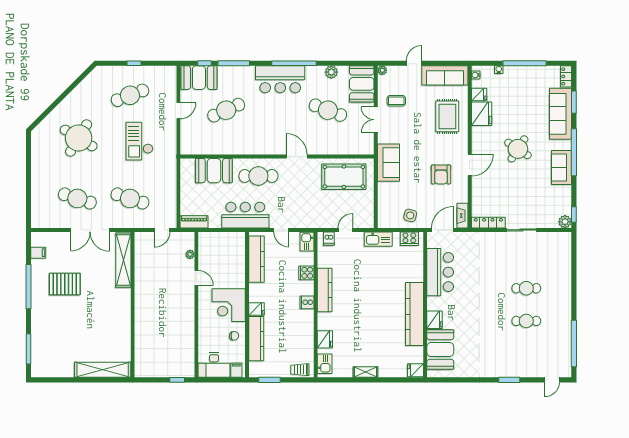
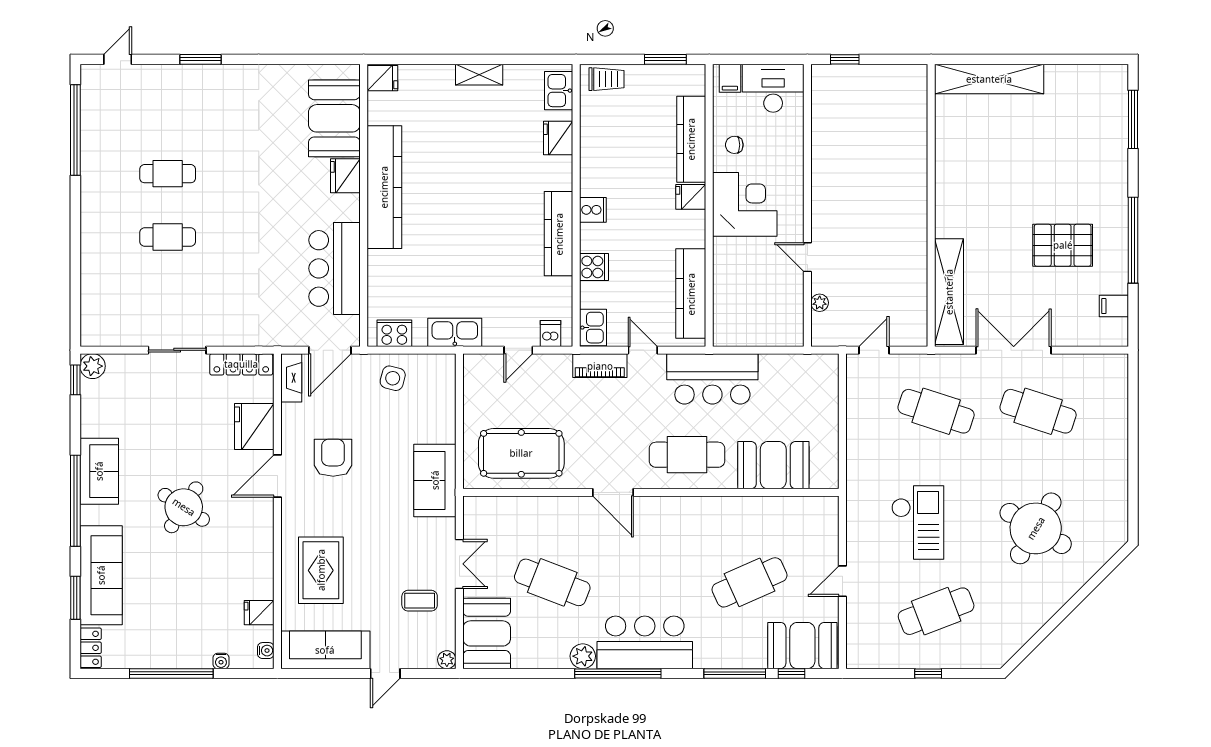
plant: (331, 72) -> (583, 656), moved
fridge: (482, 114) -> (254, 426), moved
piano: (194, 222) -> (600, 366), moved

